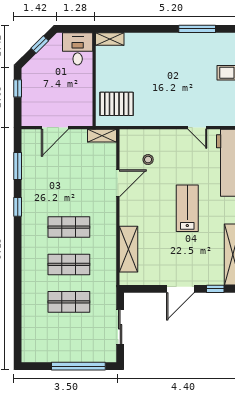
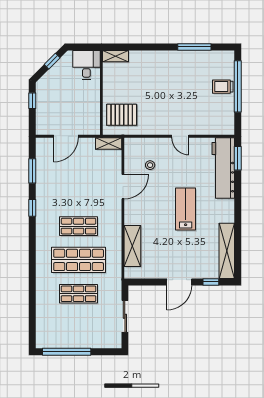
door: (197, 128) -> (180, 136), moved
shop shelf: (69, 264) -> (79, 260), width x1.43, depth x1.36
window: (78, 366) -> (67, 352), moved

